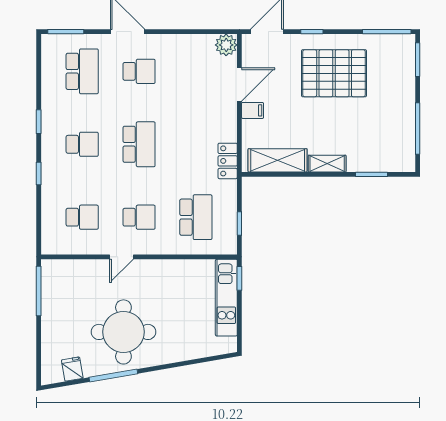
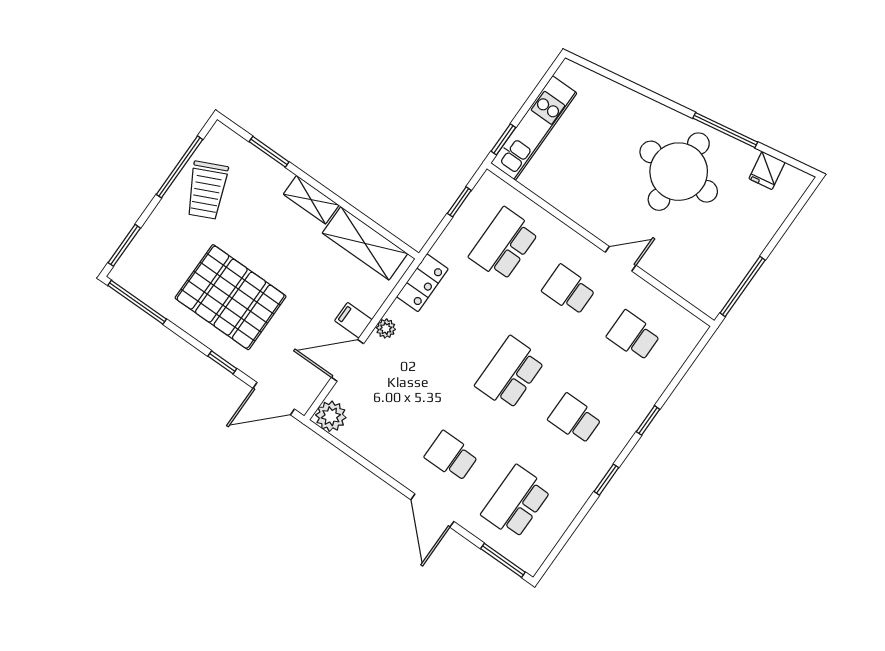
plant: (230, 119) -> (386, 328), added
trolley: (392, 126) -> (207, 190), added

